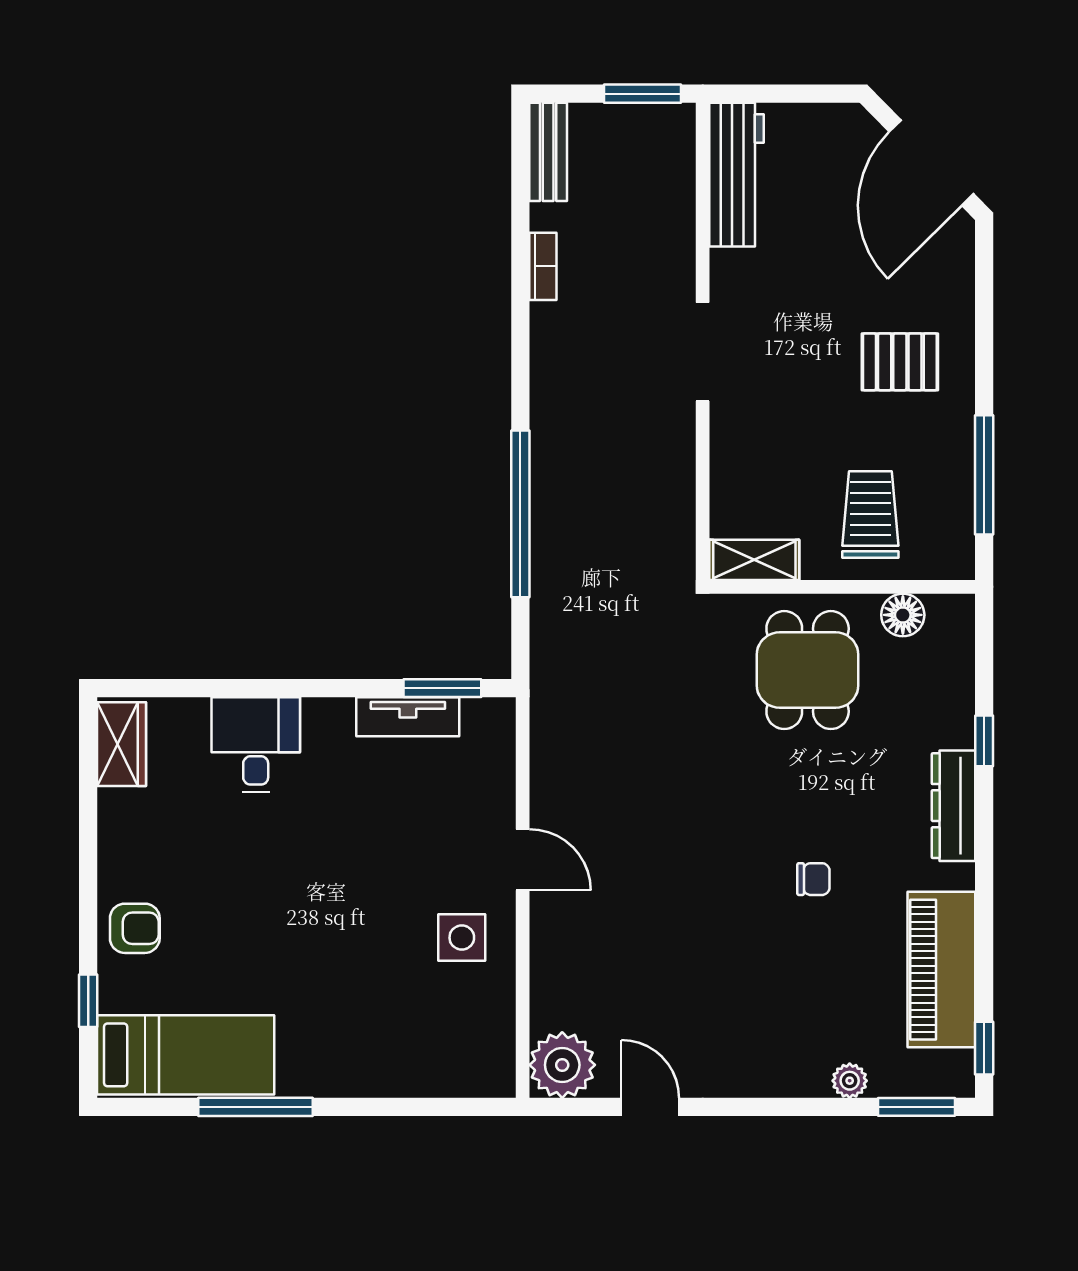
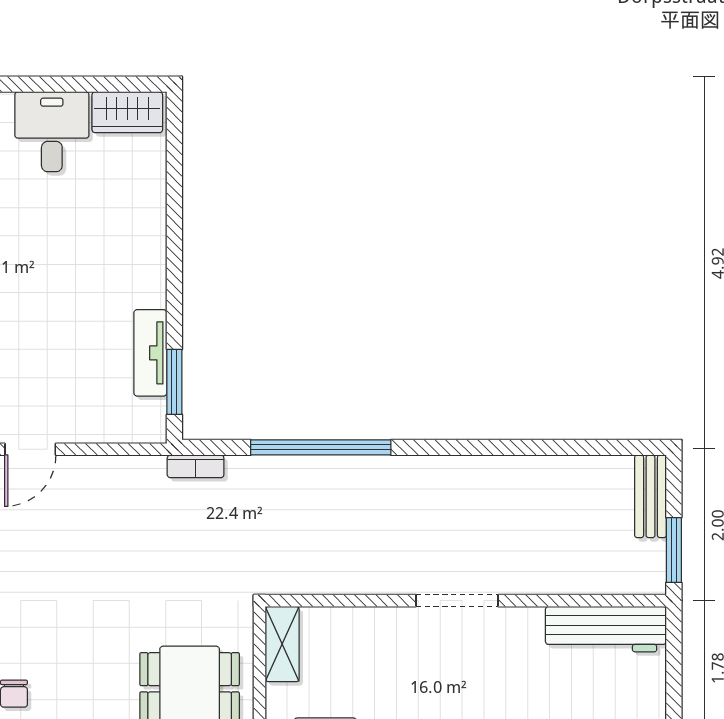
bench: (548, 152) -> (651, 496), moved, turned 90
bookcase: (543, 266) -> (196, 466), moved
desk: (256, 745) -> (52, 132), moved, turned -90

